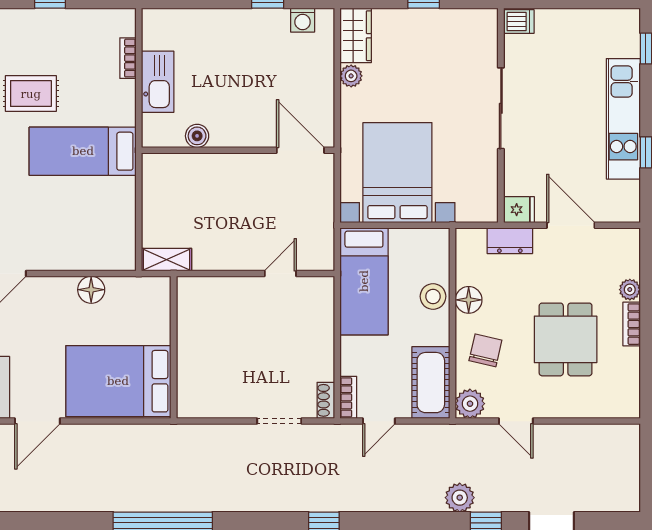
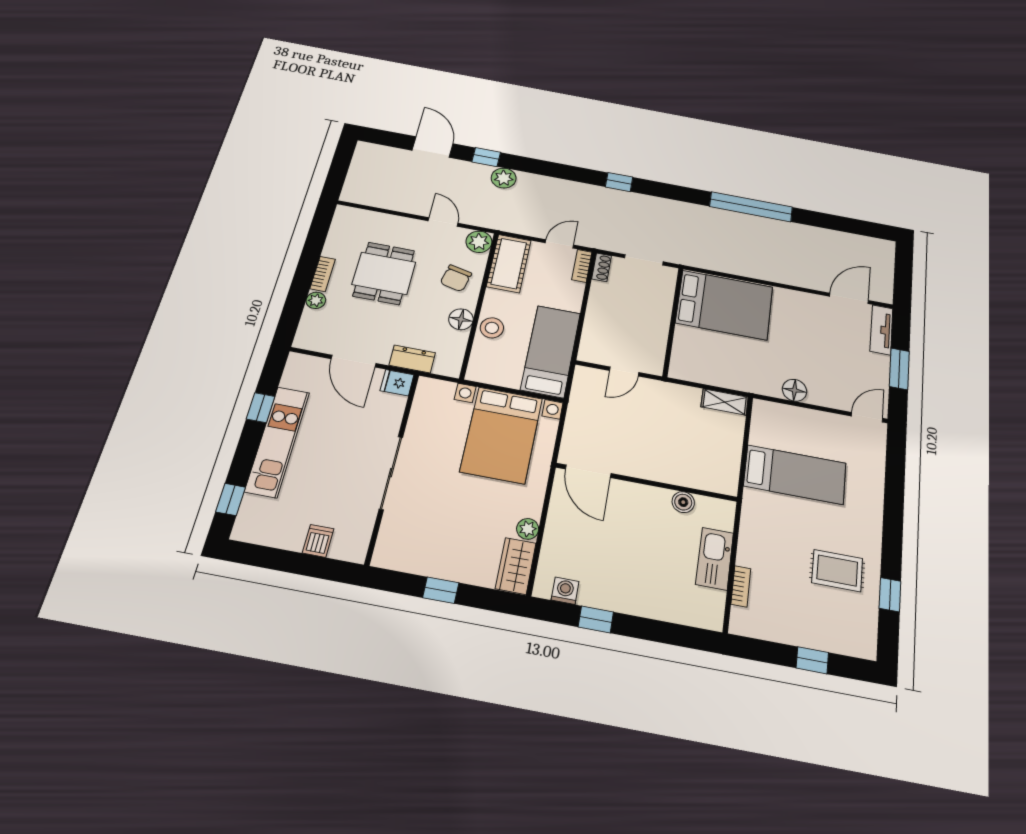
dishwasher: (519, 22) -> (318, 541), moved, turned 90
bed: (83, 151) -> (795, 475), moved
wall: (174, 347) -> (673, 321), moved
bed: (118, 381) -> (724, 305), moved

